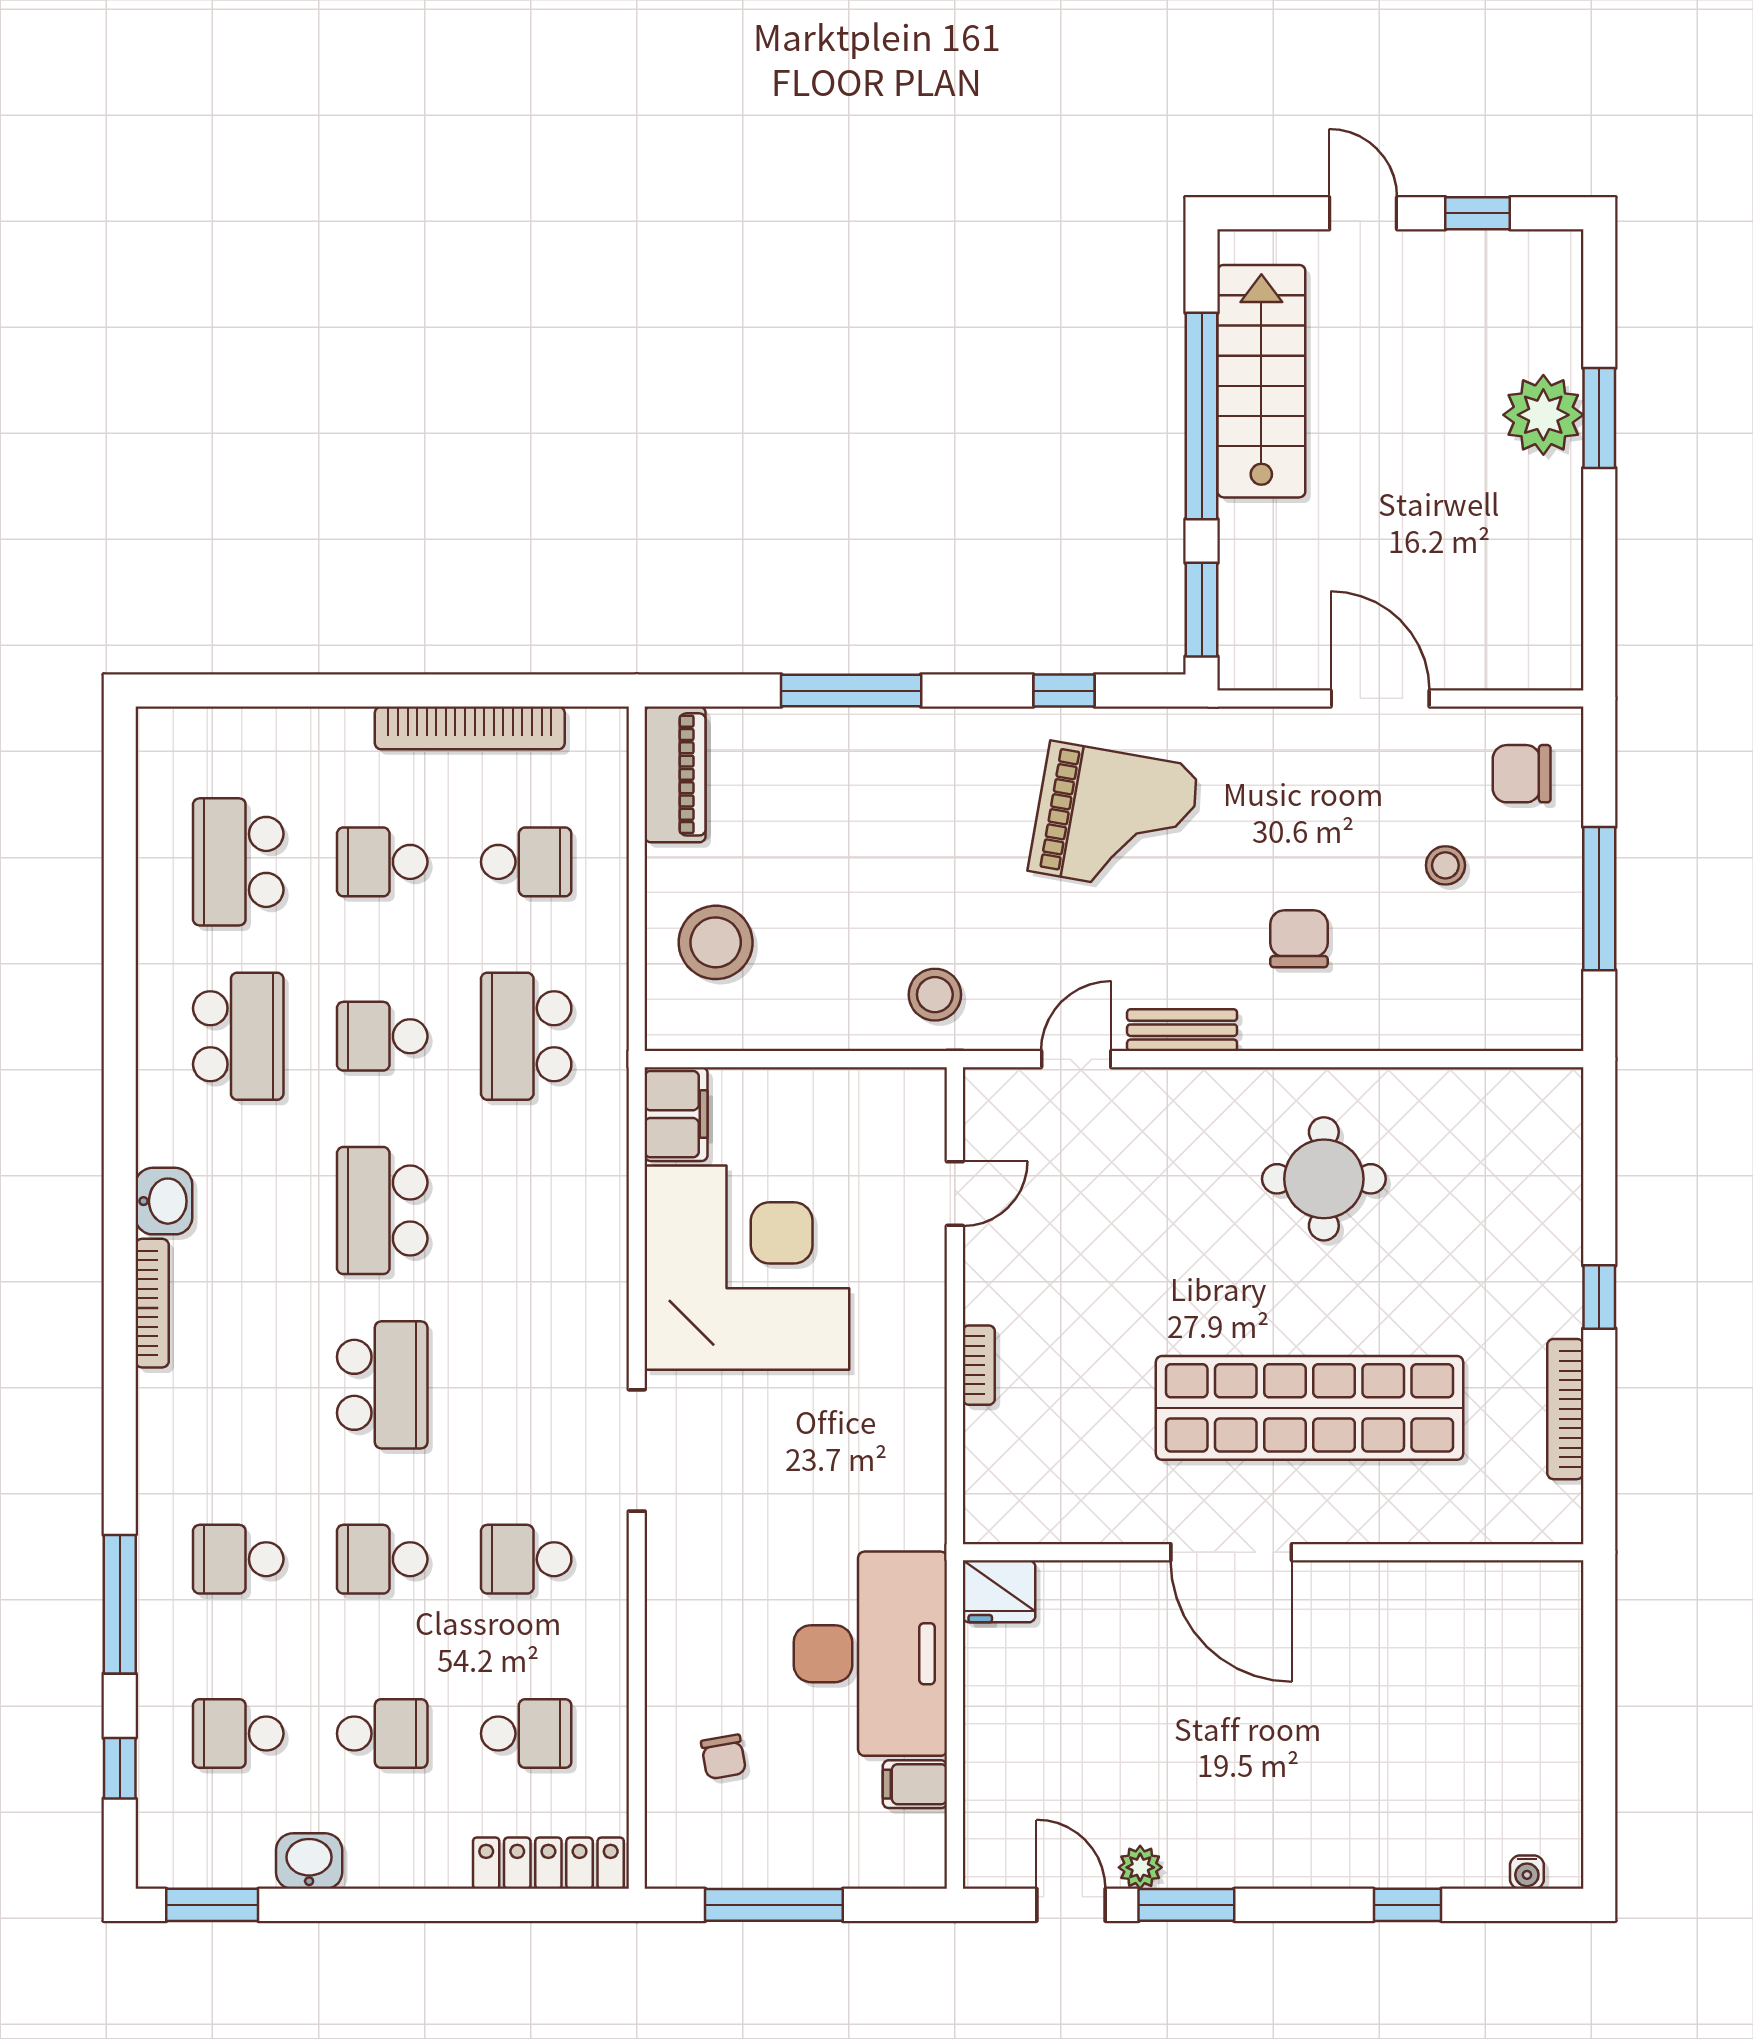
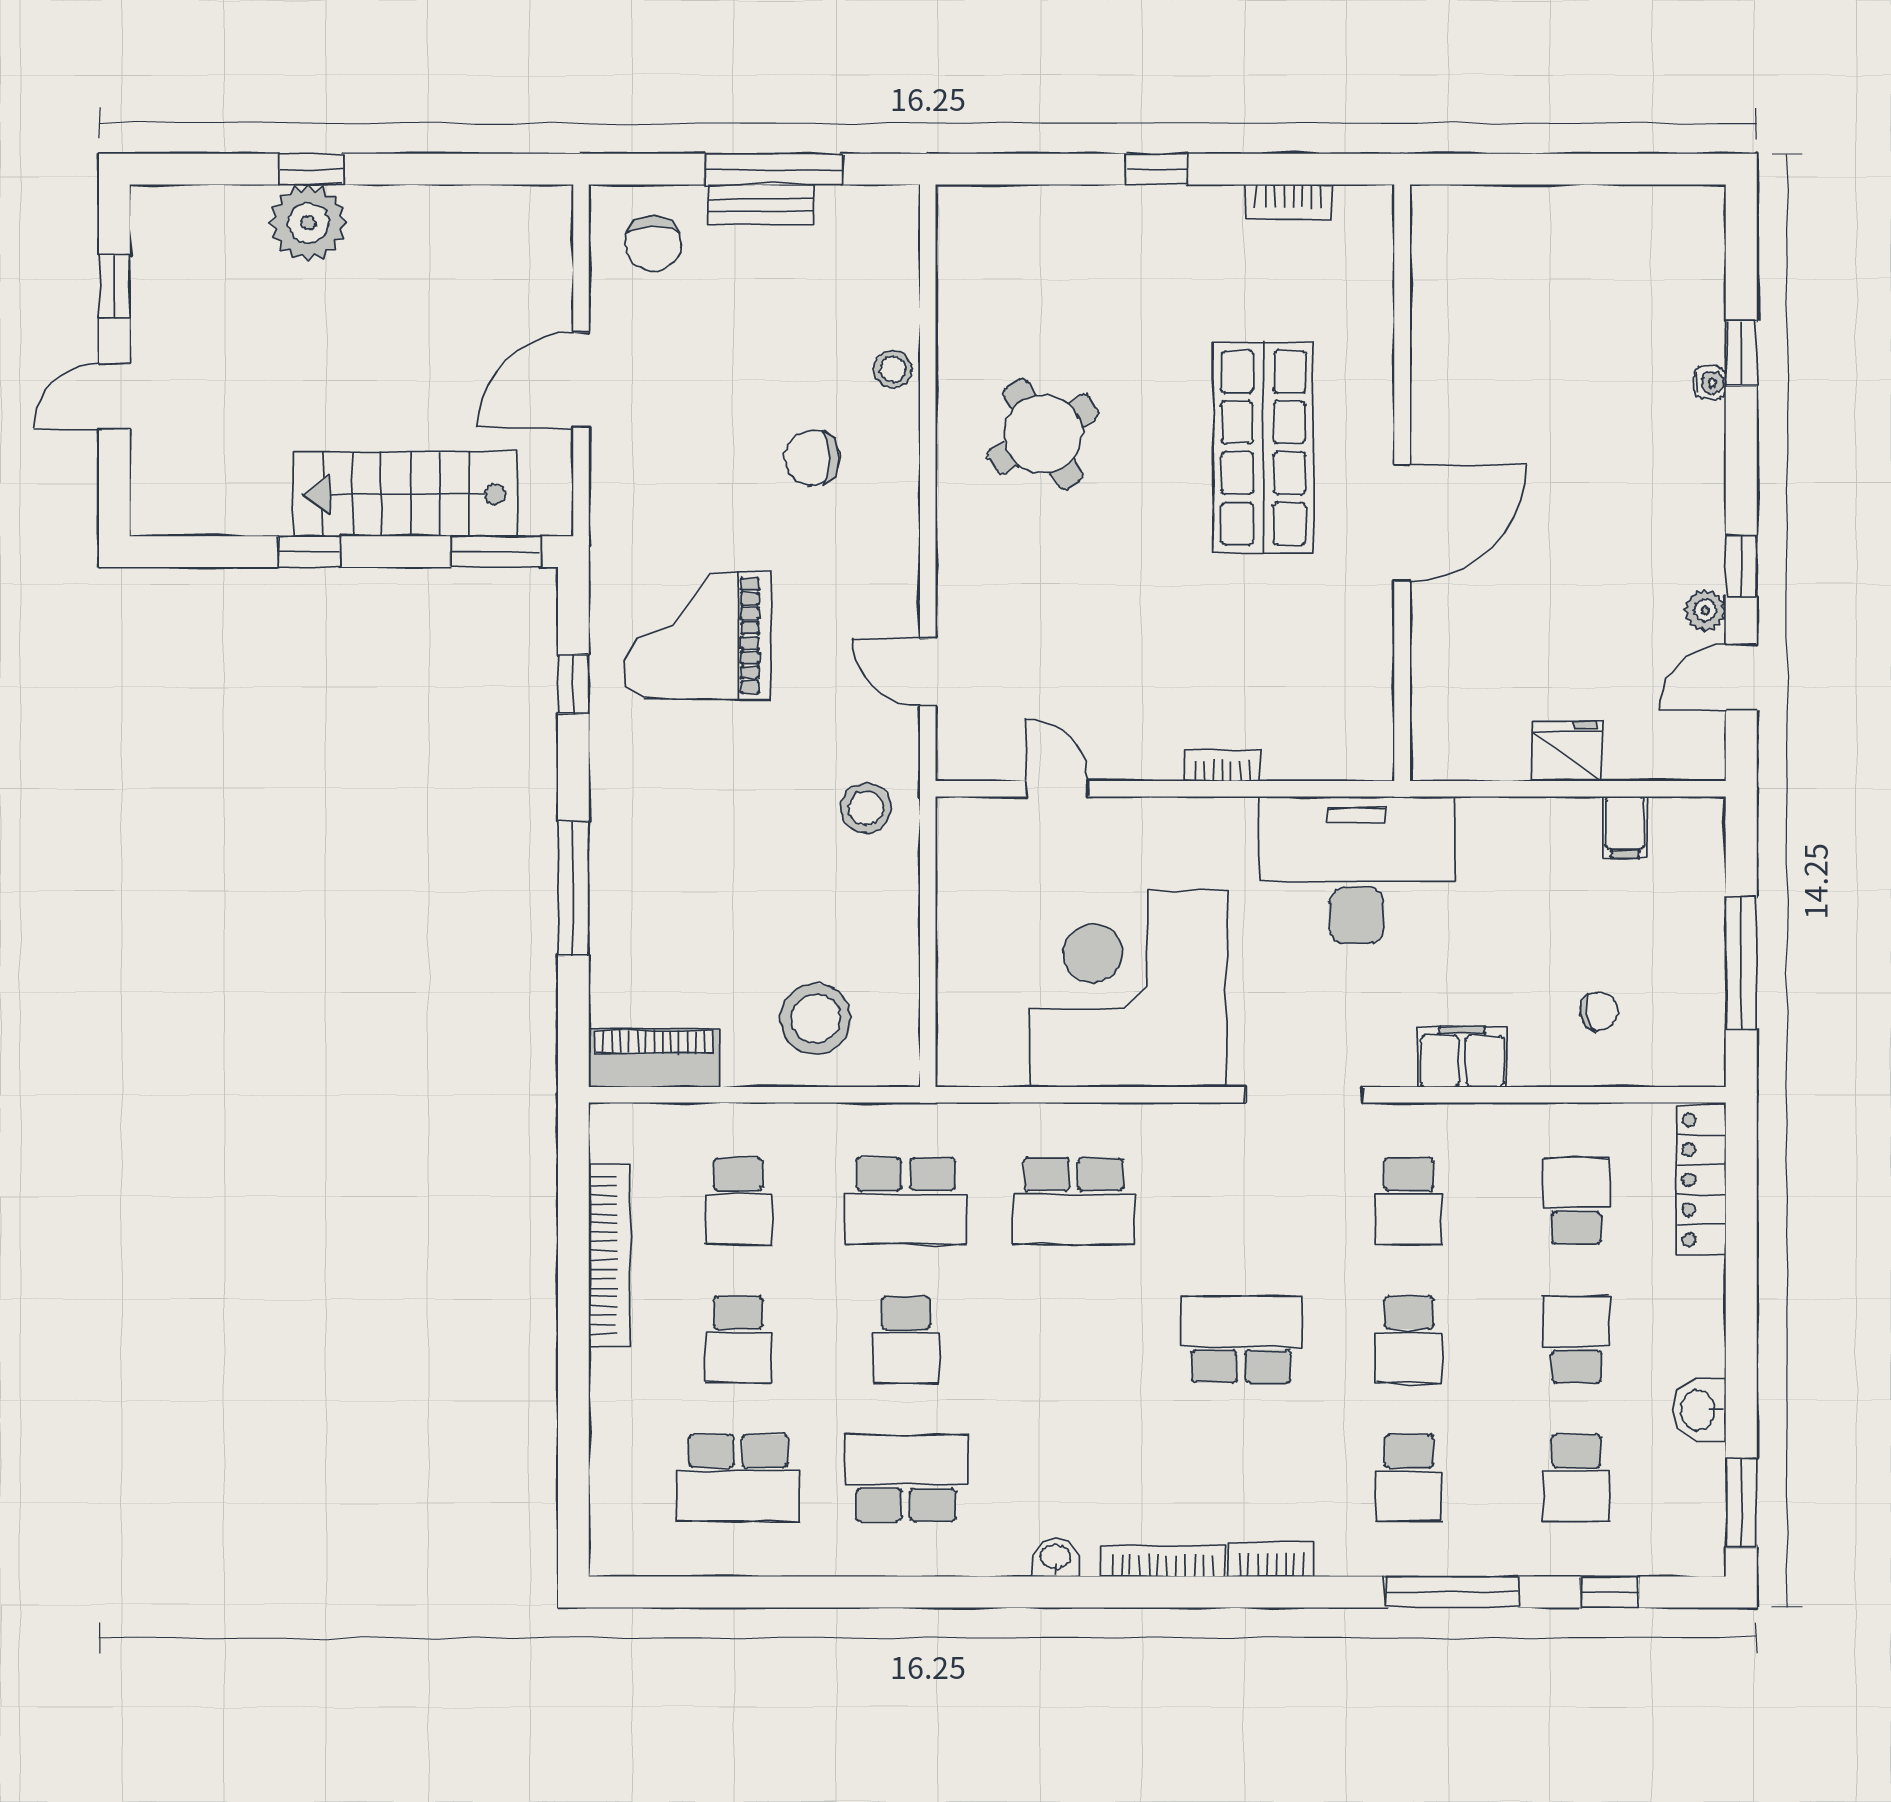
stairs: (1261, 381) -> (406, 494), moved
window: (1202, 416) -> (309, 552), width x0.32
window: (1599, 418) -> (311, 169), width x0.67
grand piano: (1114, 819) -> (697, 636), turned -100
school desk: (526, 862) -> (738, 1201), turned 180
stool: (1445, 865) -> (893, 369), moved
bench: (1182, 1030) -> (761, 205), moved, turned 90
filing cabinet: (676, 1114) -> (1462, 1057), moved
round table: (1324, 1179) -> (1043, 434), turned -31
washbasin: (164, 1201) -> (1056, 1558), width x0.72, depth x0.69
school desk: (382, 1211) -> (1074, 1201), moved
shop shelf: (1309, 1408) -> (1263, 448), width x0.71
bookcase: (1565, 1409) -> (1289, 202), width x0.64
bookcase: (153, 1416) -> (1272, 1559), added
fridge: (999, 1591) -> (1567, 751), moved, turned -90
desk: (870, 1654) -> (1356, 870), moved
water cooler: (1527, 1872) -> (1710, 383), moved
window: (1186, 1905) -> (1741, 566), width x0.67

